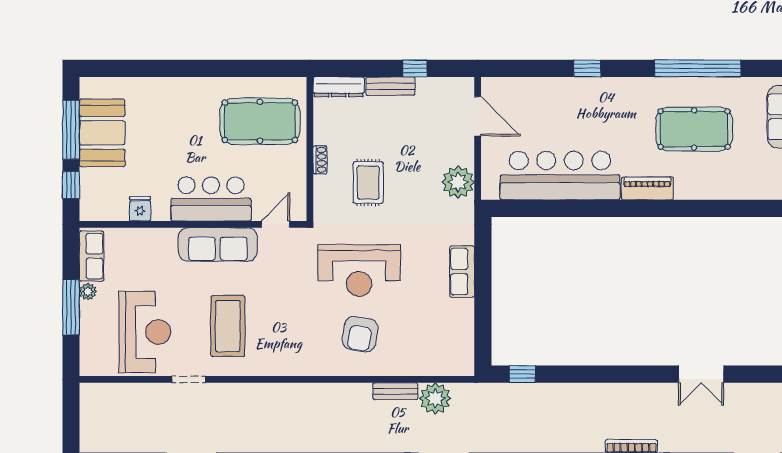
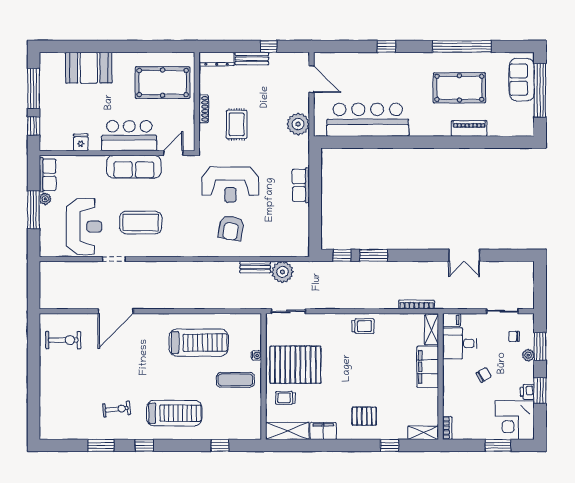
booth: (102, 133) -> (89, 68), moved, turned 90
shoe rack: (320, 160) -> (204, 109), width x1.43
piano: (647, 188) -> (469, 128), moved
coffee table: (228, 326) -> (141, 222), turned 90
window: (568, 374) -> (373, 255), added

